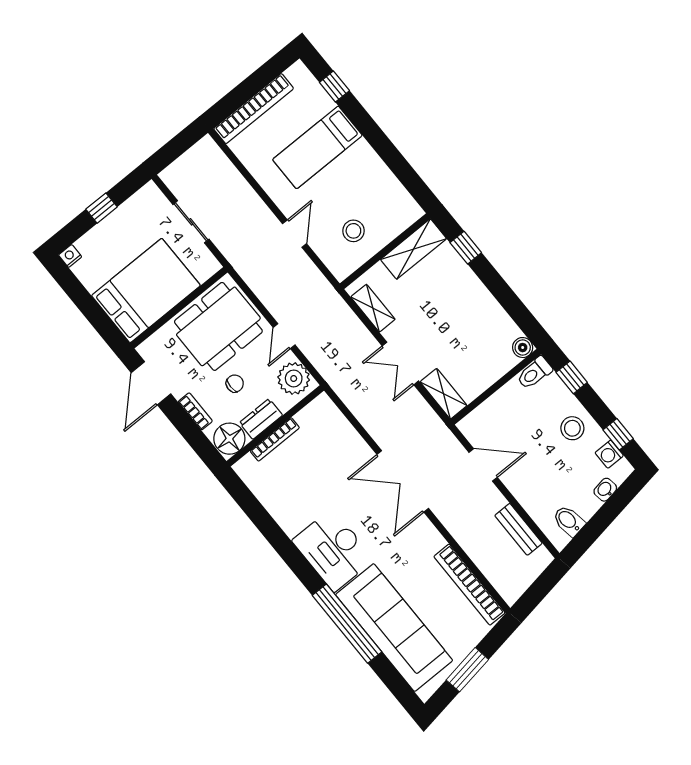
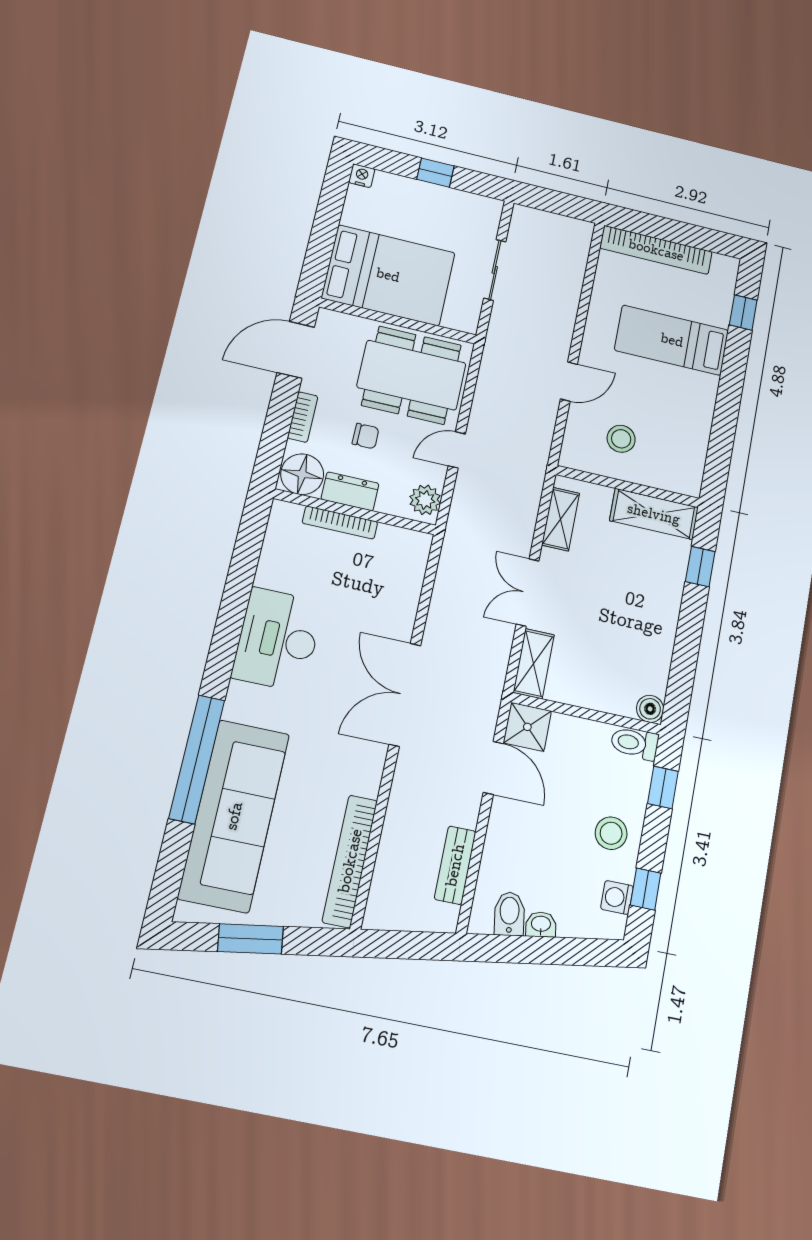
plant: (294, 378) -> (425, 500), width x0.73, depth x0.73
shower: (476, 427) -> (527, 727), added
washbasin: (605, 490) -> (541, 924), moved
desk: (333, 550) -> (278, 640), moved

